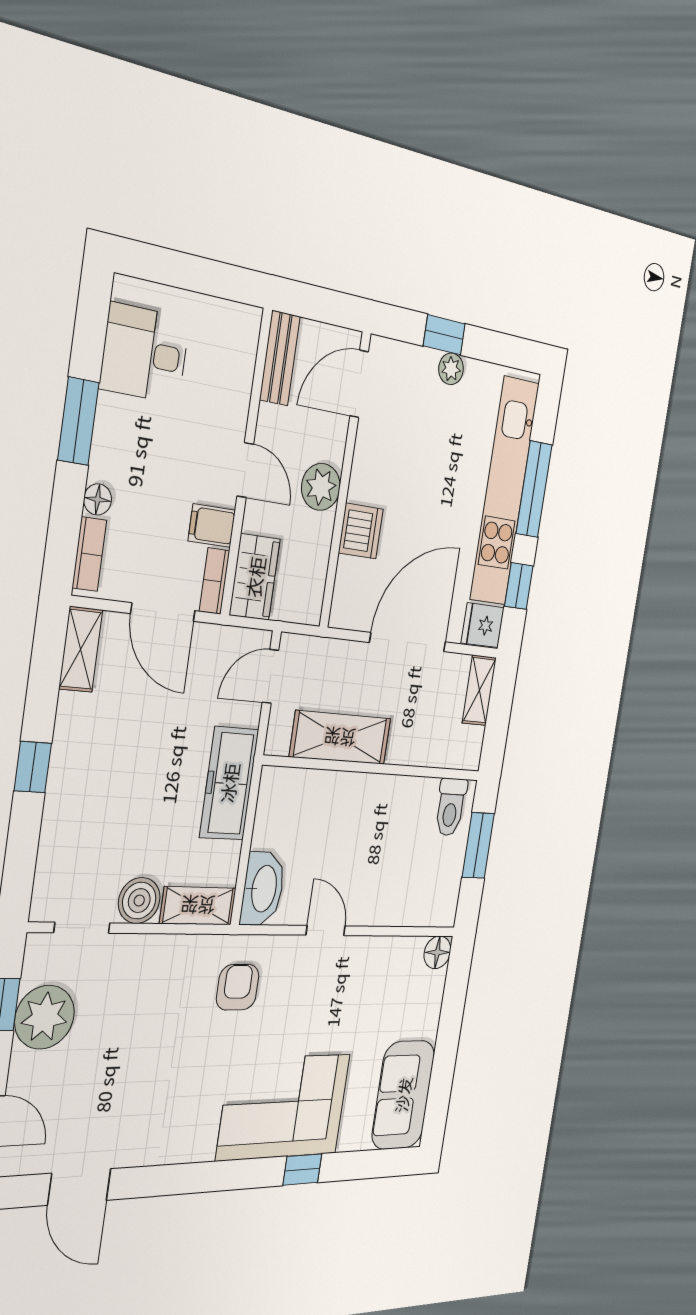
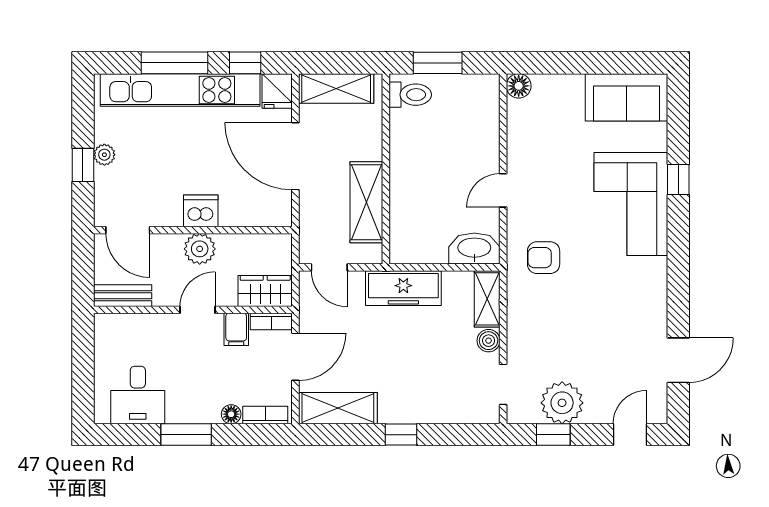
dishwasher: (361, 531) -> (201, 211), moved
shelving: (81, 649) -> (338, 408), width x1.50, depth x1.33
shelving: (479, 690) -> (336, 89), width x1.50, depth x1.33
boiler: (139, 901) -> (489, 341), width x0.73, depth x0.73

